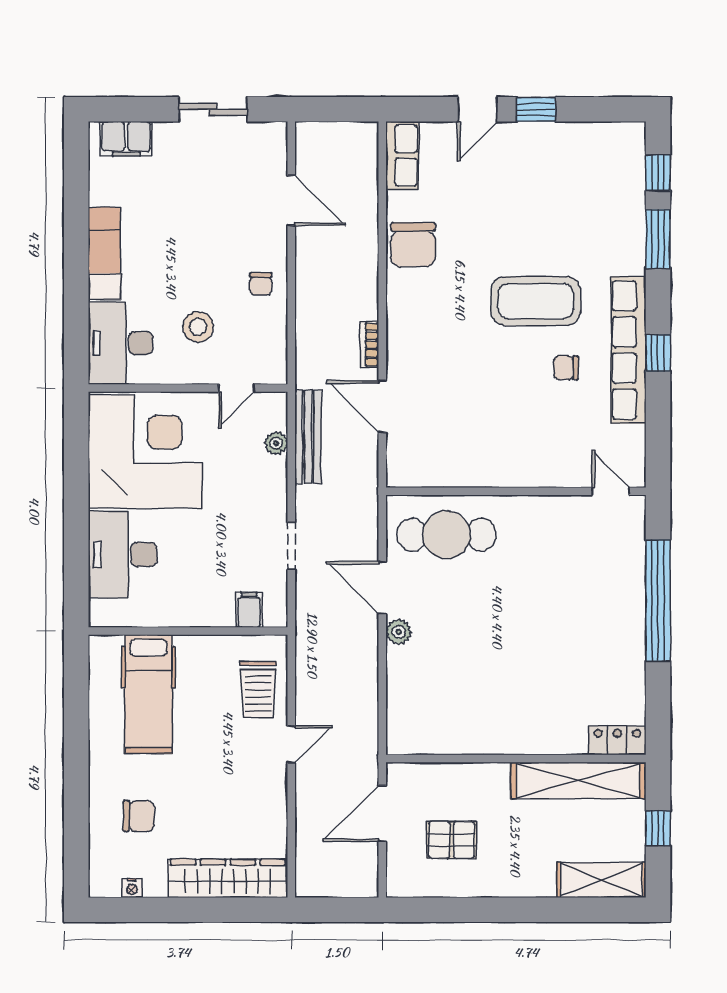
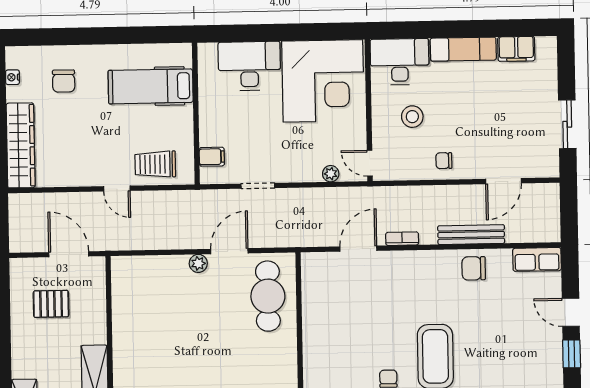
filing cabinet: (126, 139) -> (516, 49), moved, turned -90
chair: (413, 245) -> (474, 268), width x0.73, depth x0.73
door: (236, 388) -> (370, 163), moved
bench: (308, 437) -> (471, 235), moved
pallet: (452, 840) -> (51, 304), turned 90

